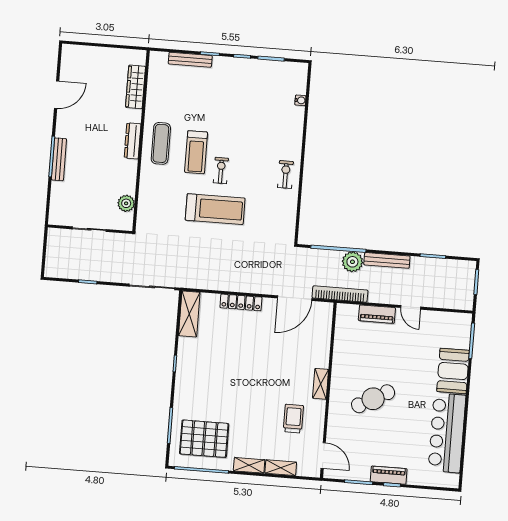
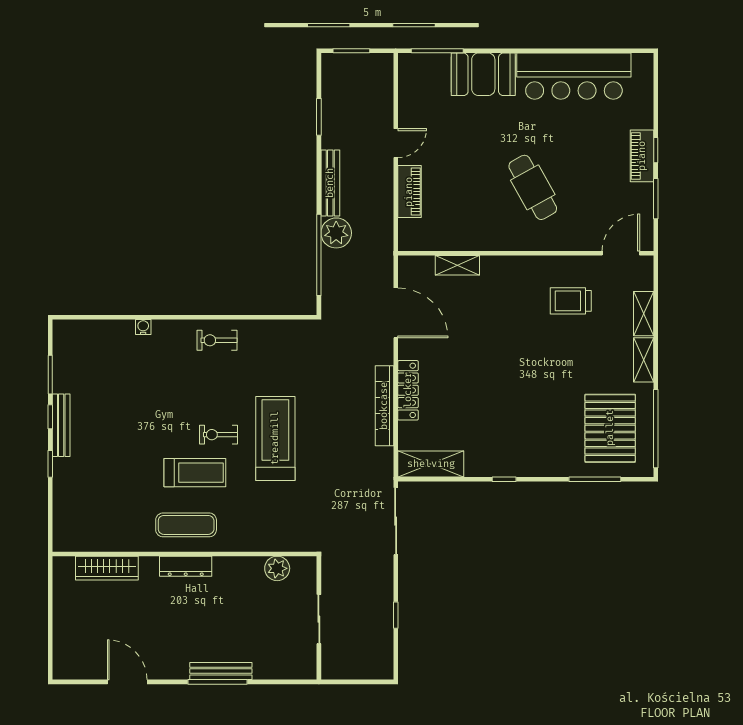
bench: (190, 60) -> (61, 425), moved
water cooler: (300, 100) -> (143, 327), moved
bookcase: (340, 294) -> (384, 406), moved
shelving: (321, 384) -> (457, 265), moved

